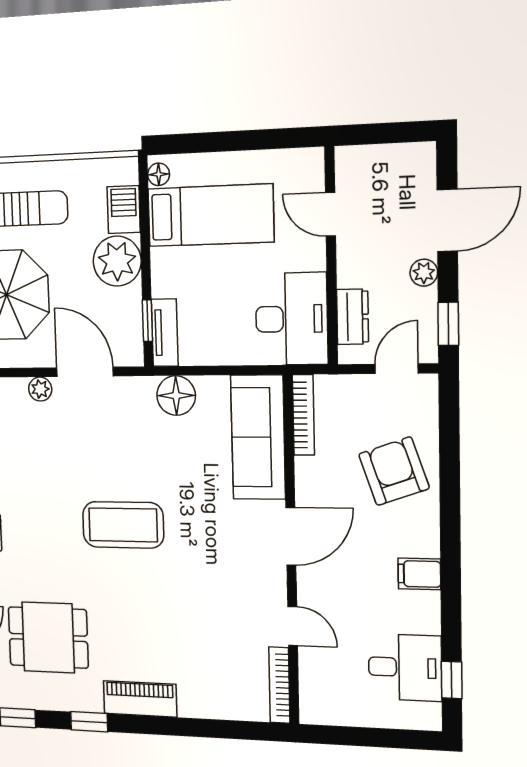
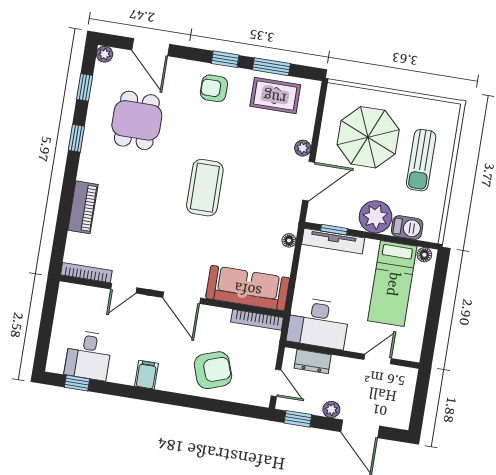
tv unit: (165, 333) -> (333, 241), width x1.41
floor lamp: (176, 396) -> (289, 240), width x0.53, depth x0.53
piano: (140, 699) -> (83, 207), moved

